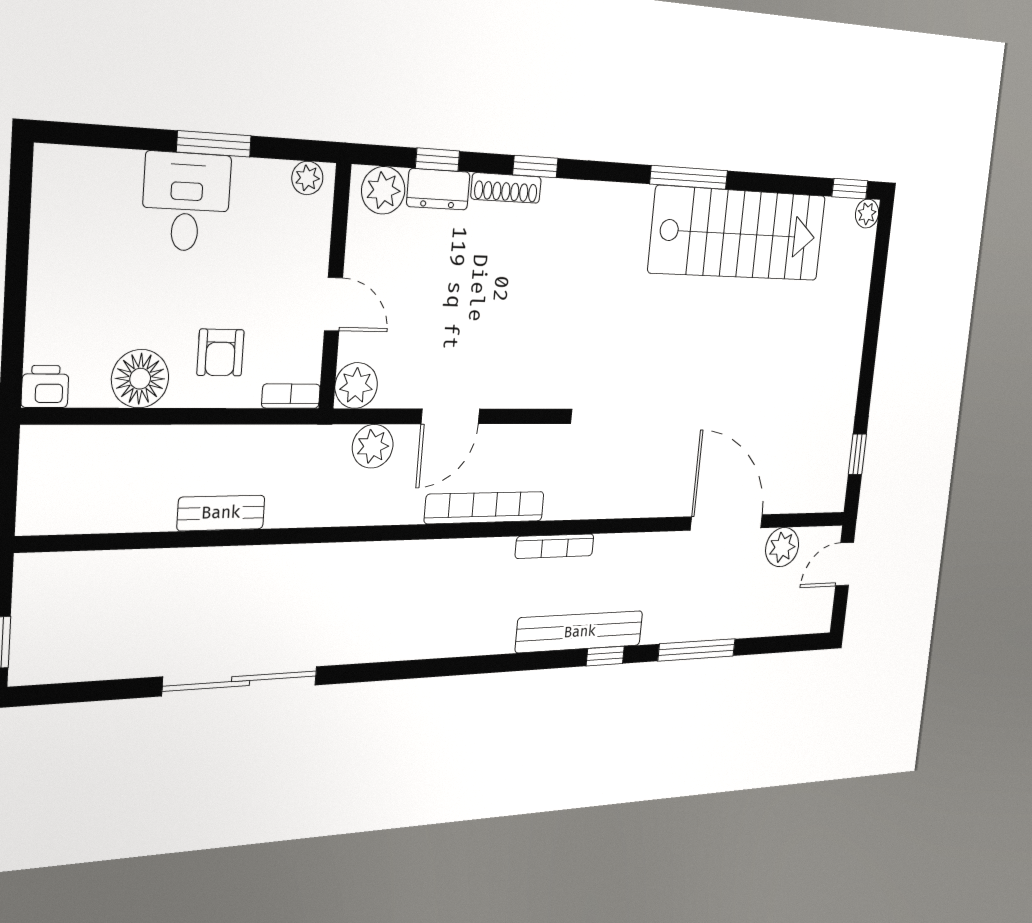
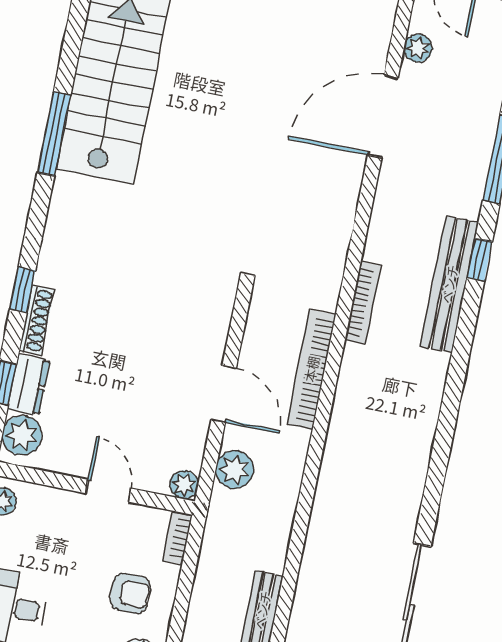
door: (334, 304) -> (108, 491), hinge flipped
plant: (356, 386) -> (184, 485), width x0.73, depth x0.73
plant: (782, 547) -> (418, 48), width x0.73, depth x0.73

